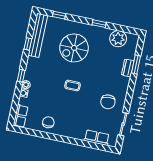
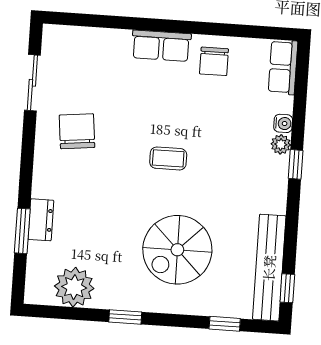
window: (28, 44) -> (287, 288), moved
spiral stairs: (74, 48) -> (177, 250), turned 180
row of seats: (97, 138) -> (161, 46), moved

